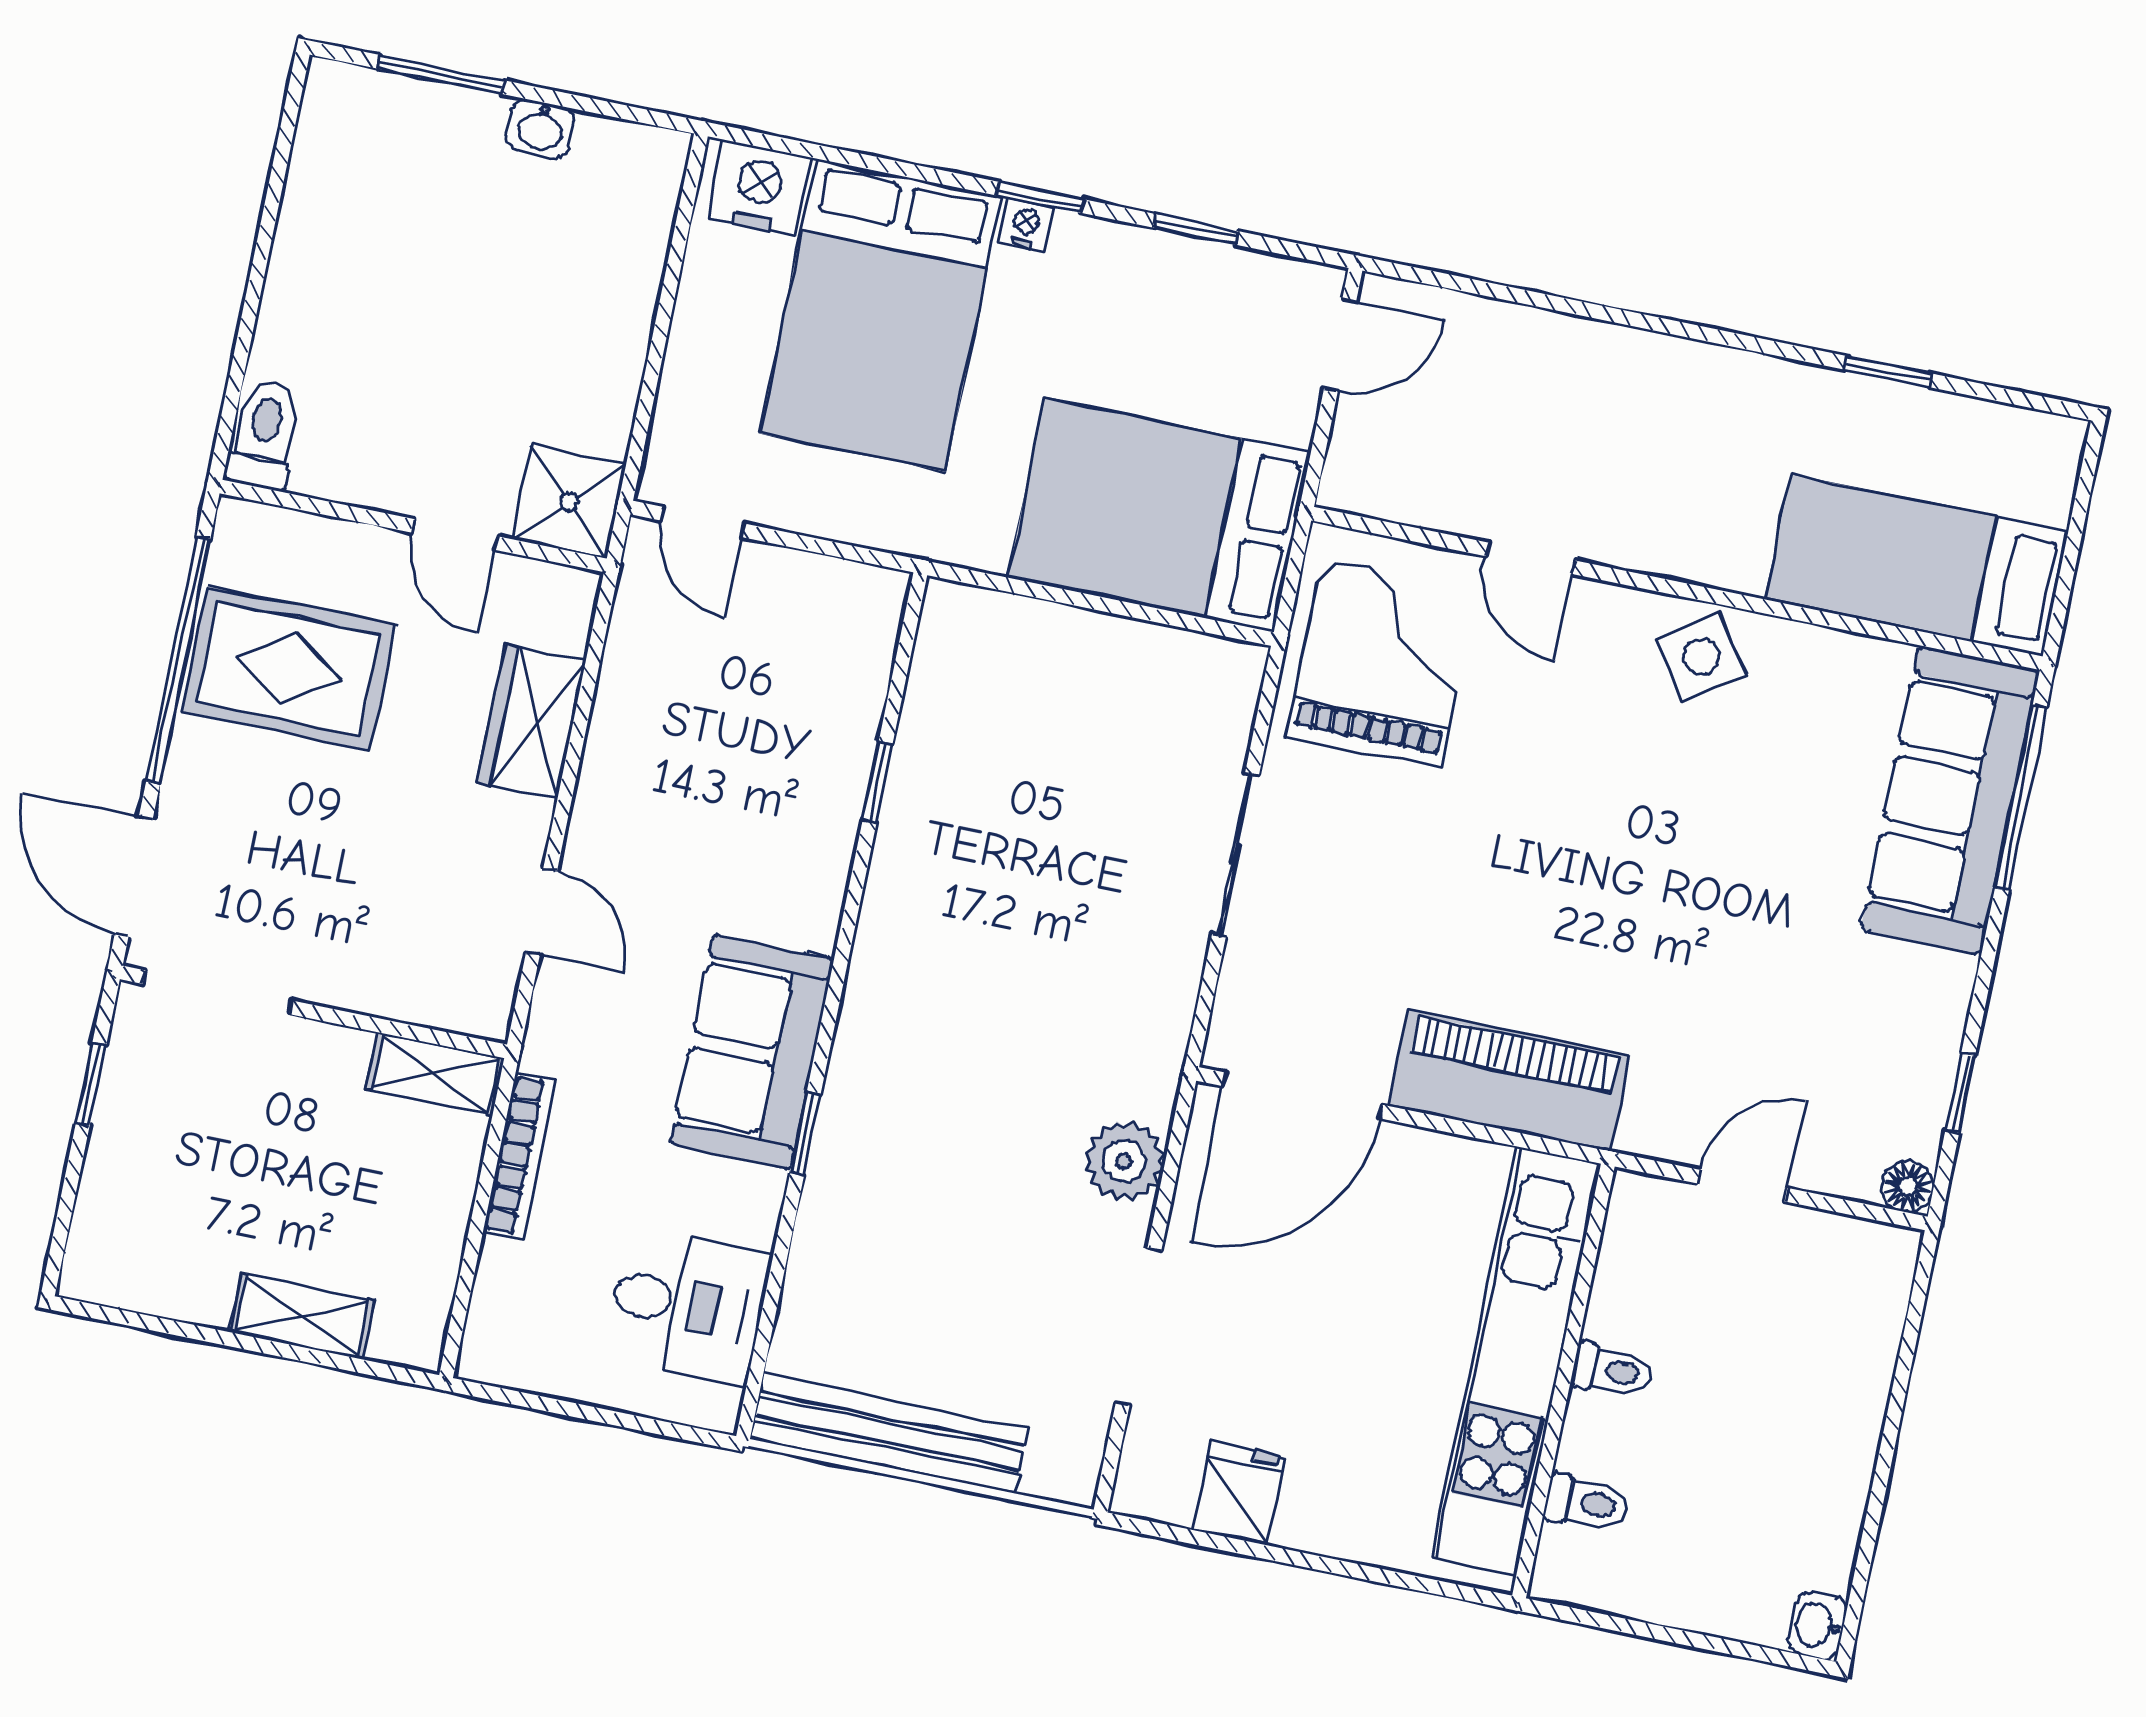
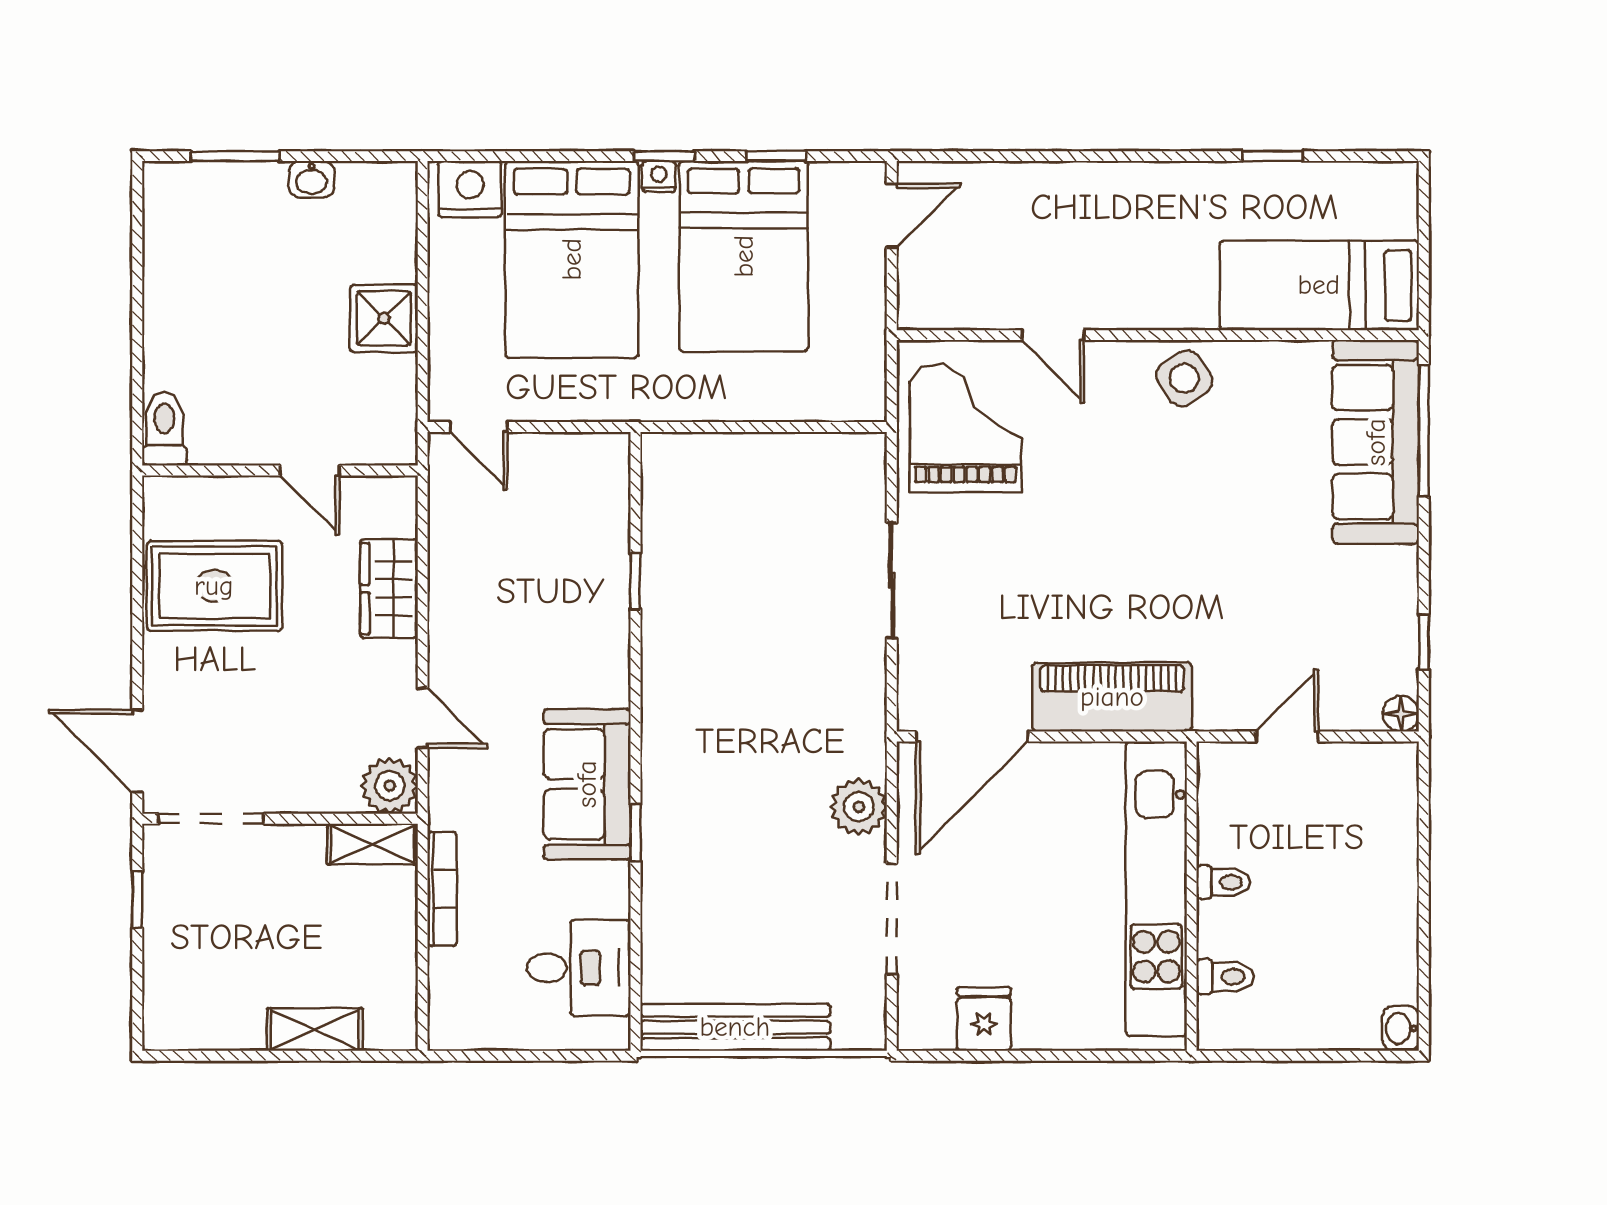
shower: (569, 502) -> (384, 318), moved
bed: (1159, 515) -> (744, 256), moved, turned -90
window: (178, 660) -> (137, 596), removed
plant: (476, 997) -> (390, 786), added

